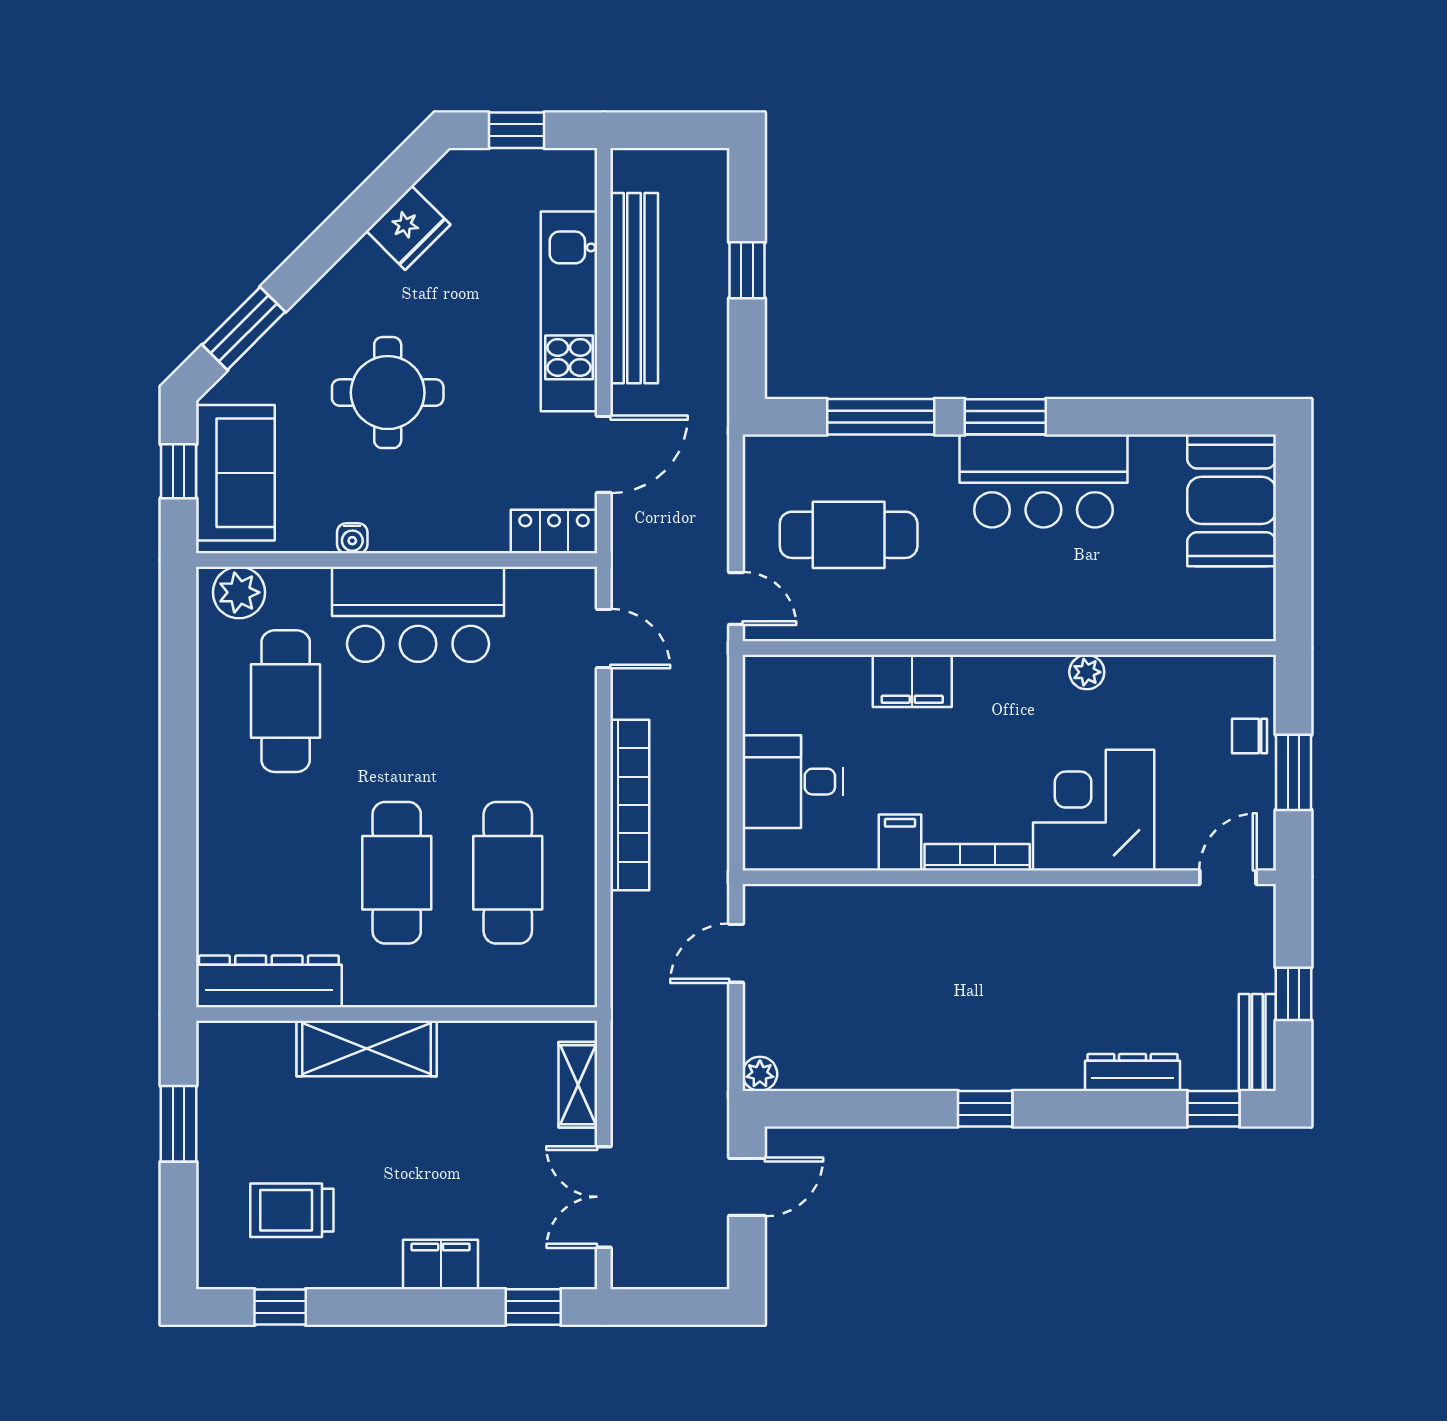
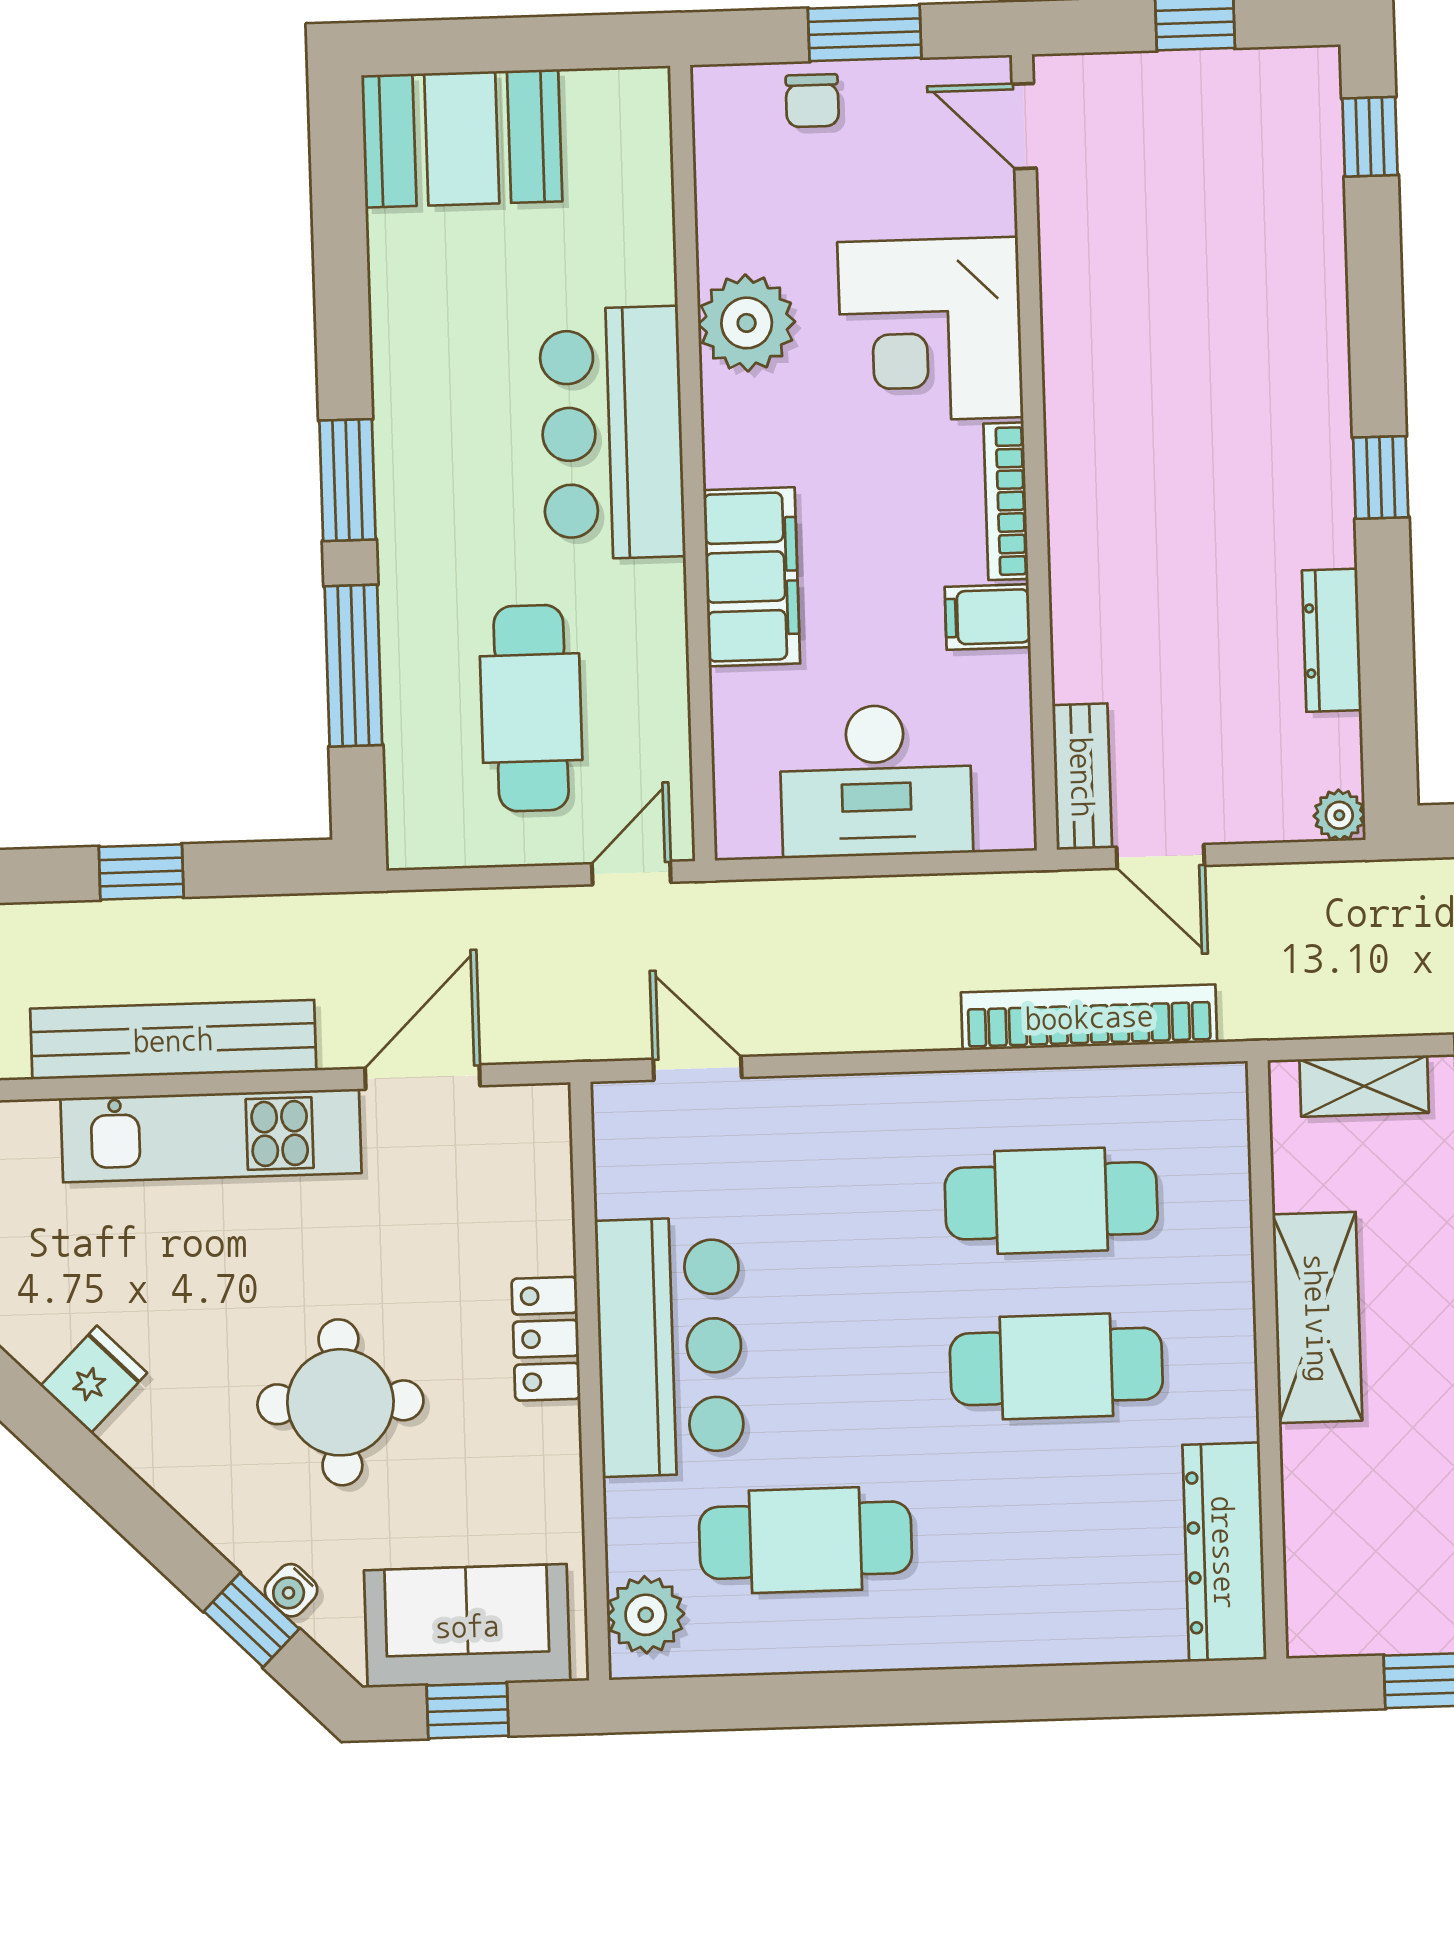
fridge: (408, 228) -> (94, 1379), width x0.72
window: (244, 328) -> (252, 1620), width x0.67
door: (604, 454) -> (422, 1077), hinge flipped
bar counter: (1043, 481) -> (612, 433), moved, turned 180
locker: (554, 532) -> (546, 1339), moved
water cooler: (352, 538) -> (291, 1590), moved, turned 135
door: (604, 639) -> (697, 1068), hinge flipped
plant: (1087, 672) -> (747, 323), width x1.88, depth x1.88
filing cabinet: (912, 681) -> (752, 577), width x1.50, depth x1.17
desk: (793, 782) -> (876, 781), width x1.37
bookcase: (630, 805) -> (1089, 1017), moved
bench: (1257, 1043) -> (1082, 777), moved, turned 90
shelving: (367, 1049) -> (1317, 1318), moved
dresser: (1133, 1072) -> (1332, 640), moved

